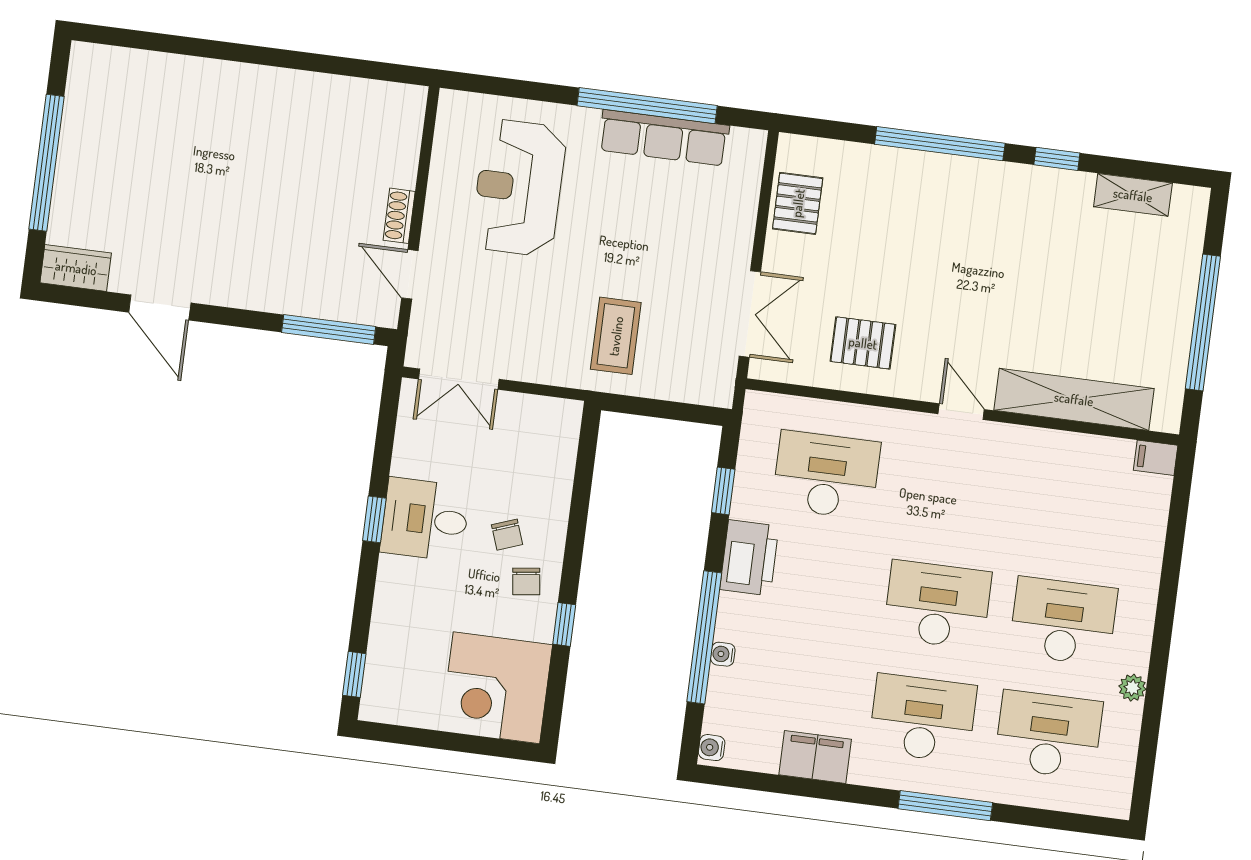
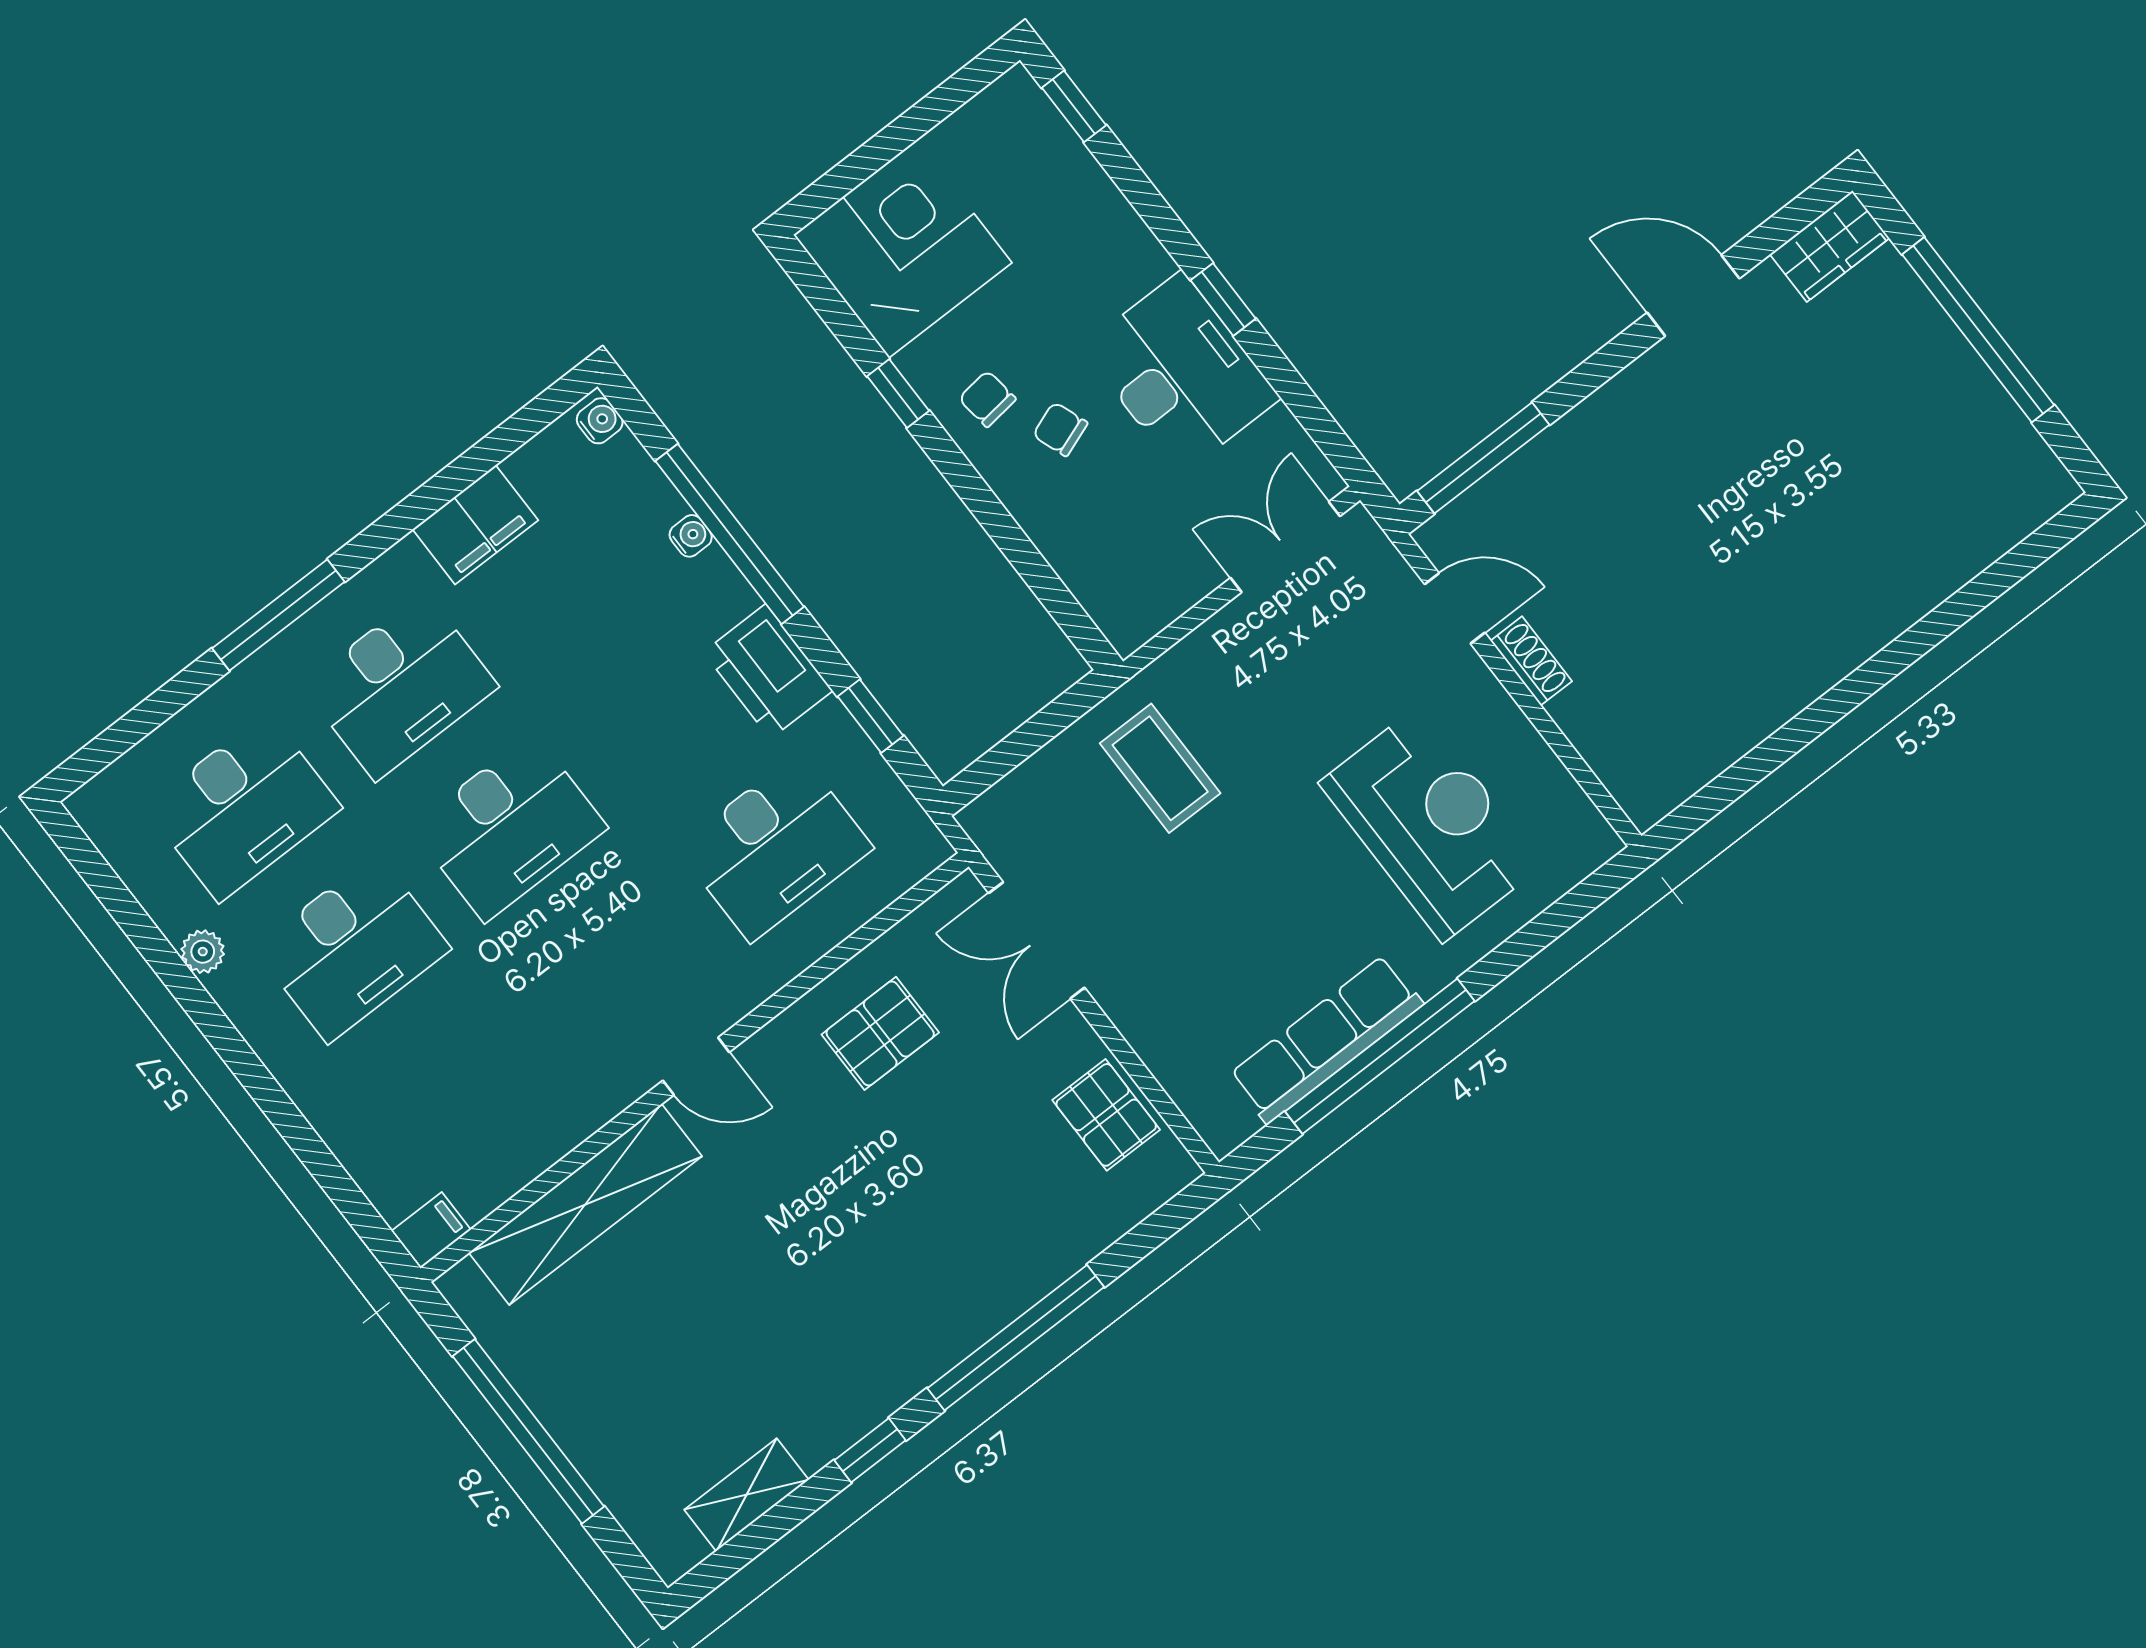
desk: (425, 519) -> (1181, 373), width x1.37

